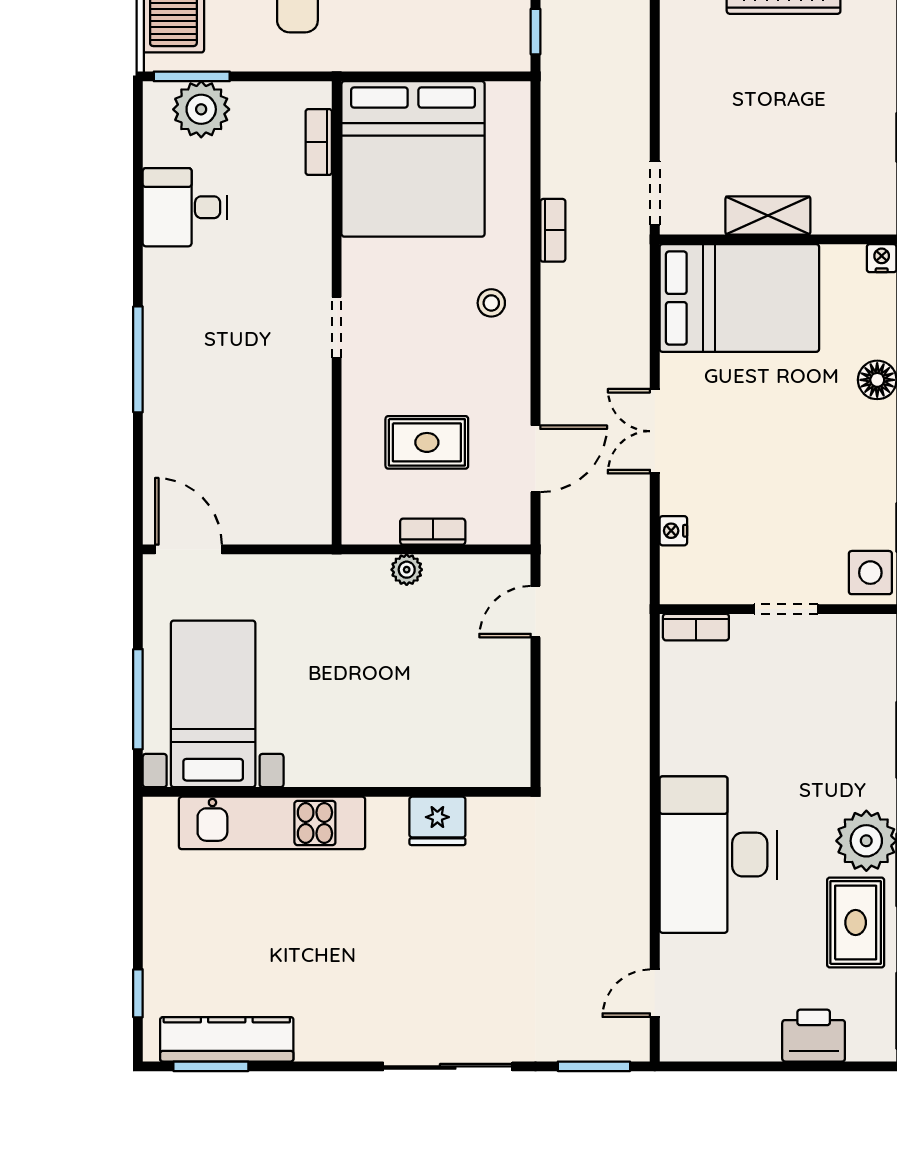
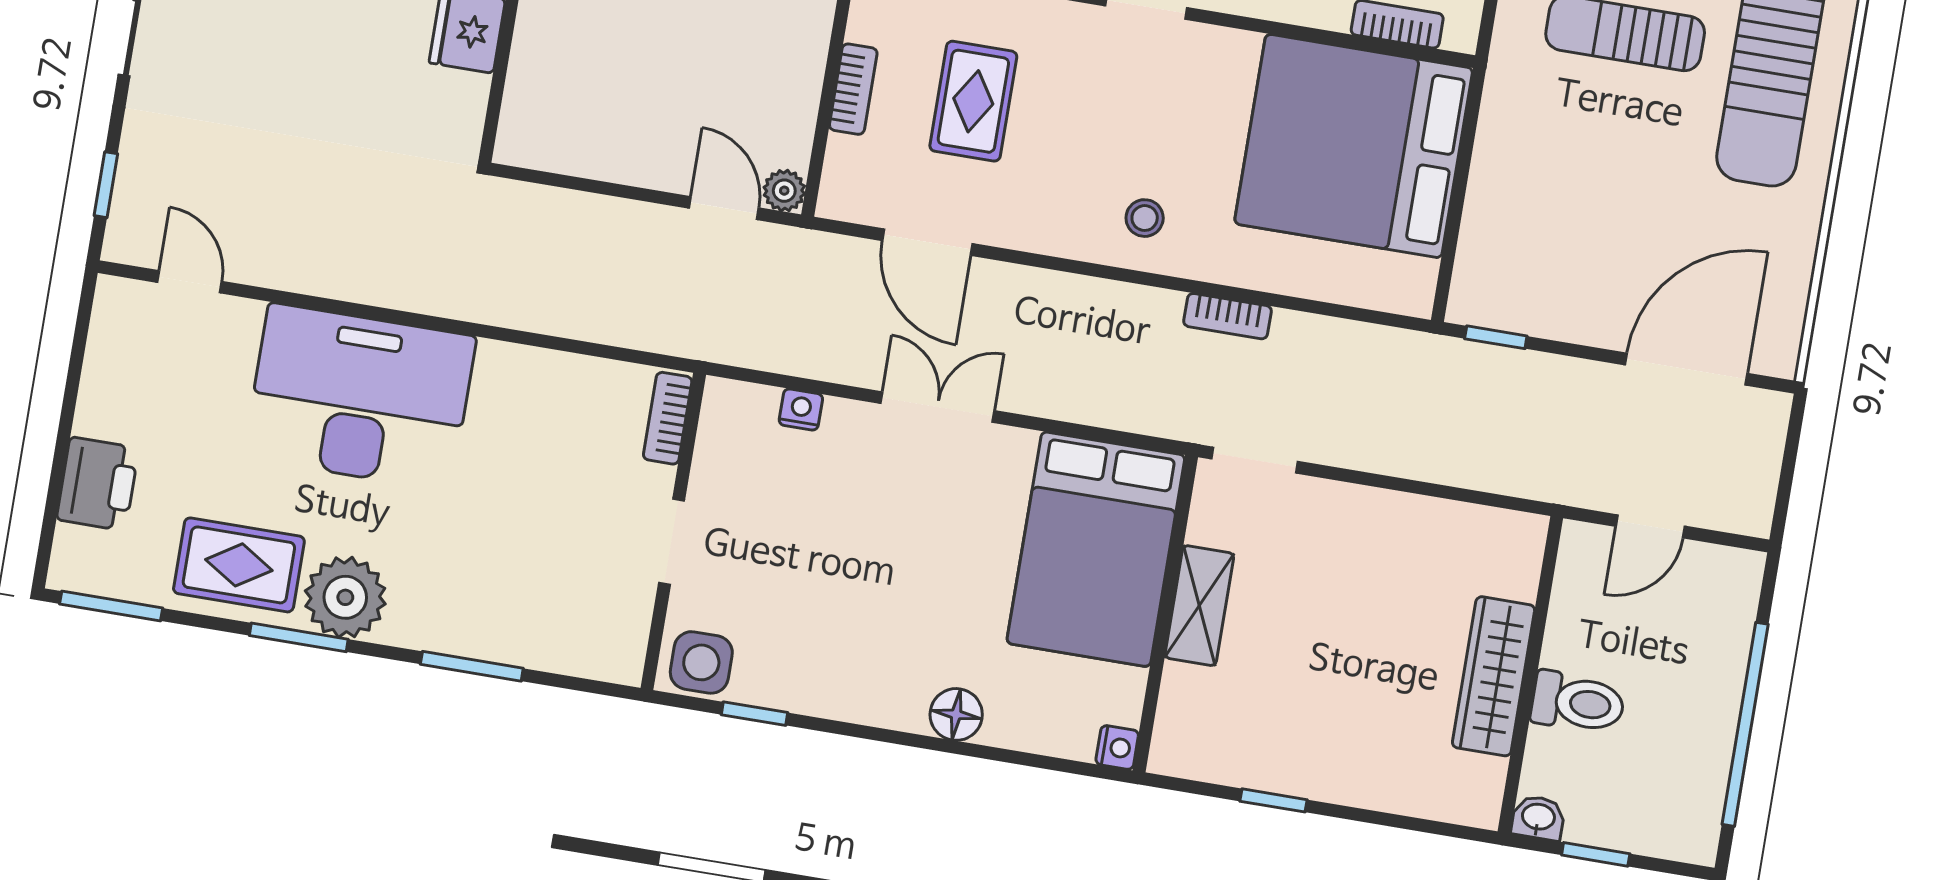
plant: (407, 570) -> (784, 191), moved
window: (594, 1066) -> (106, 185), width x0.67

